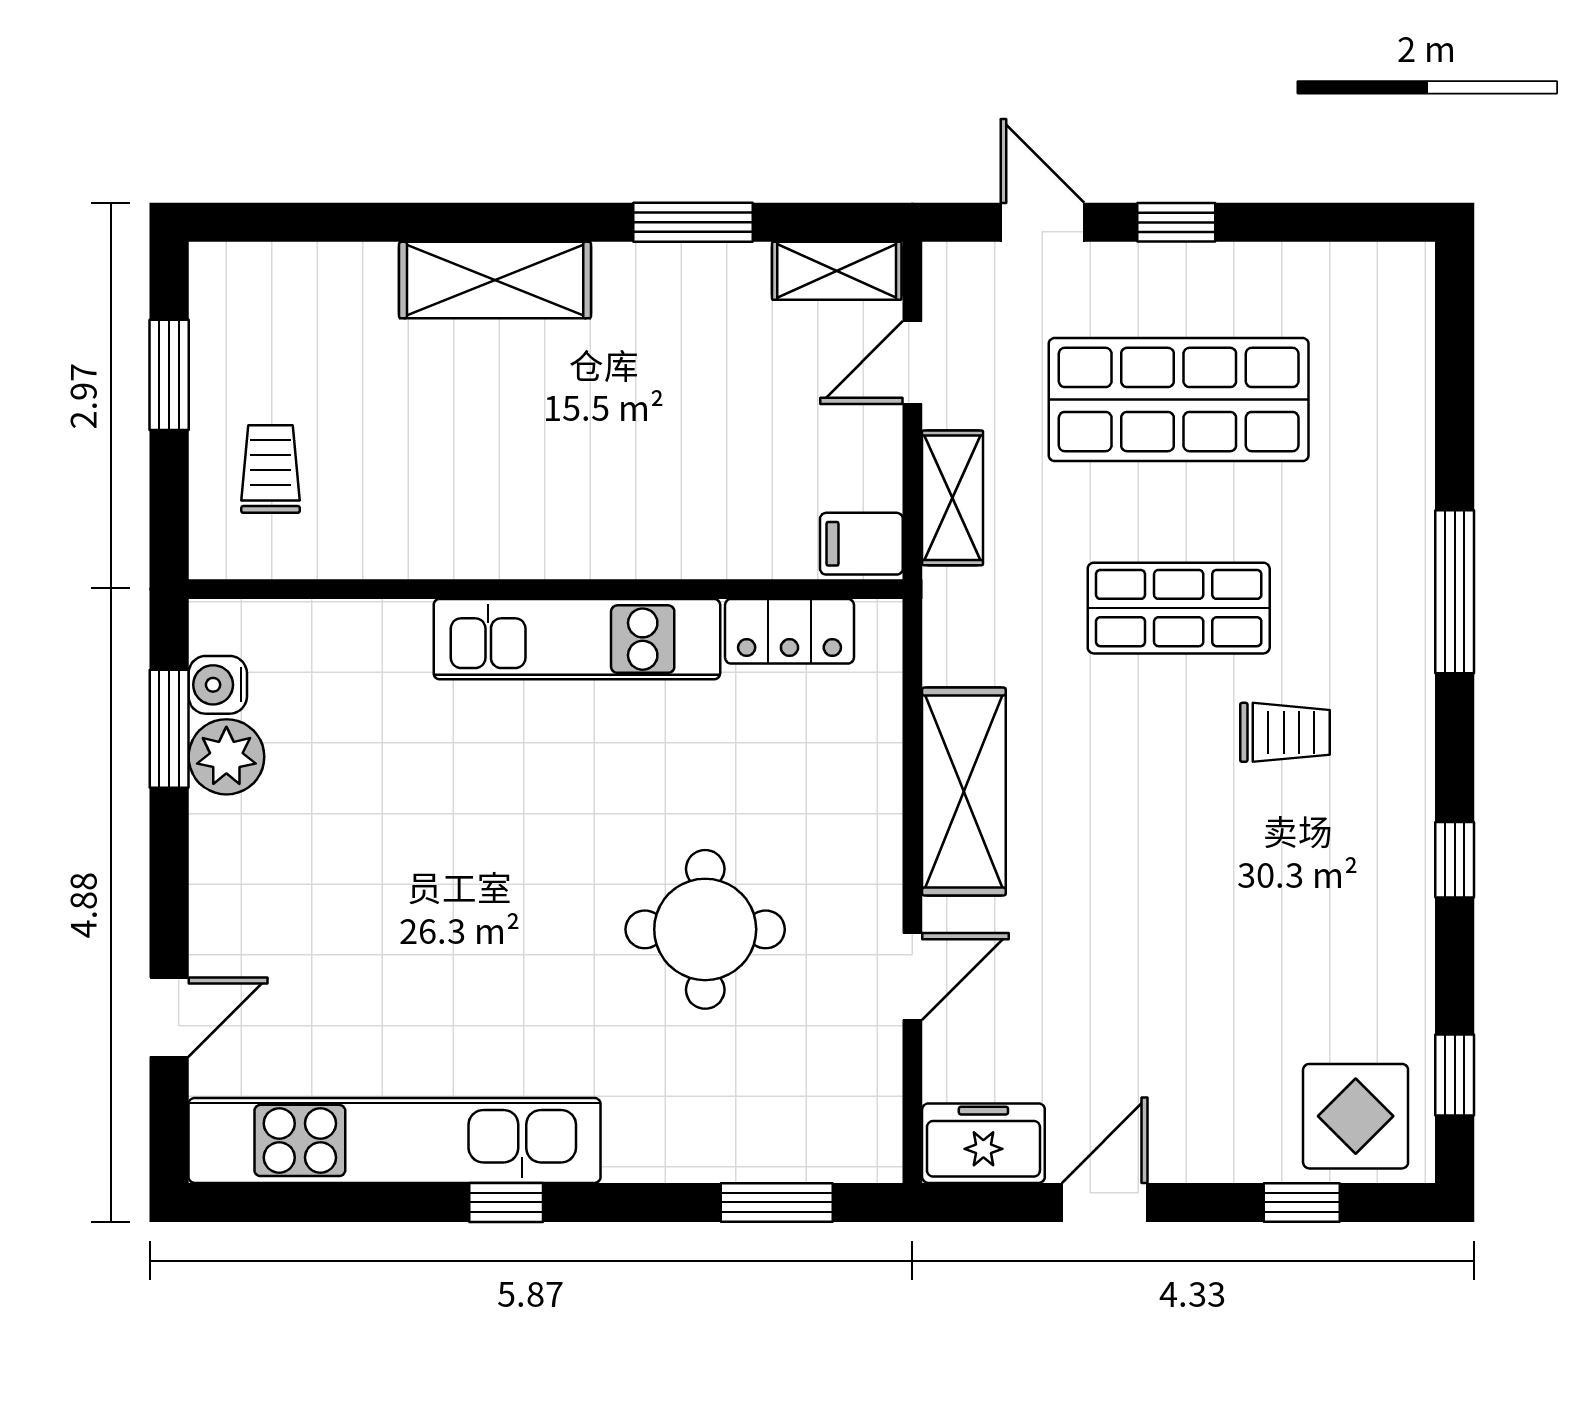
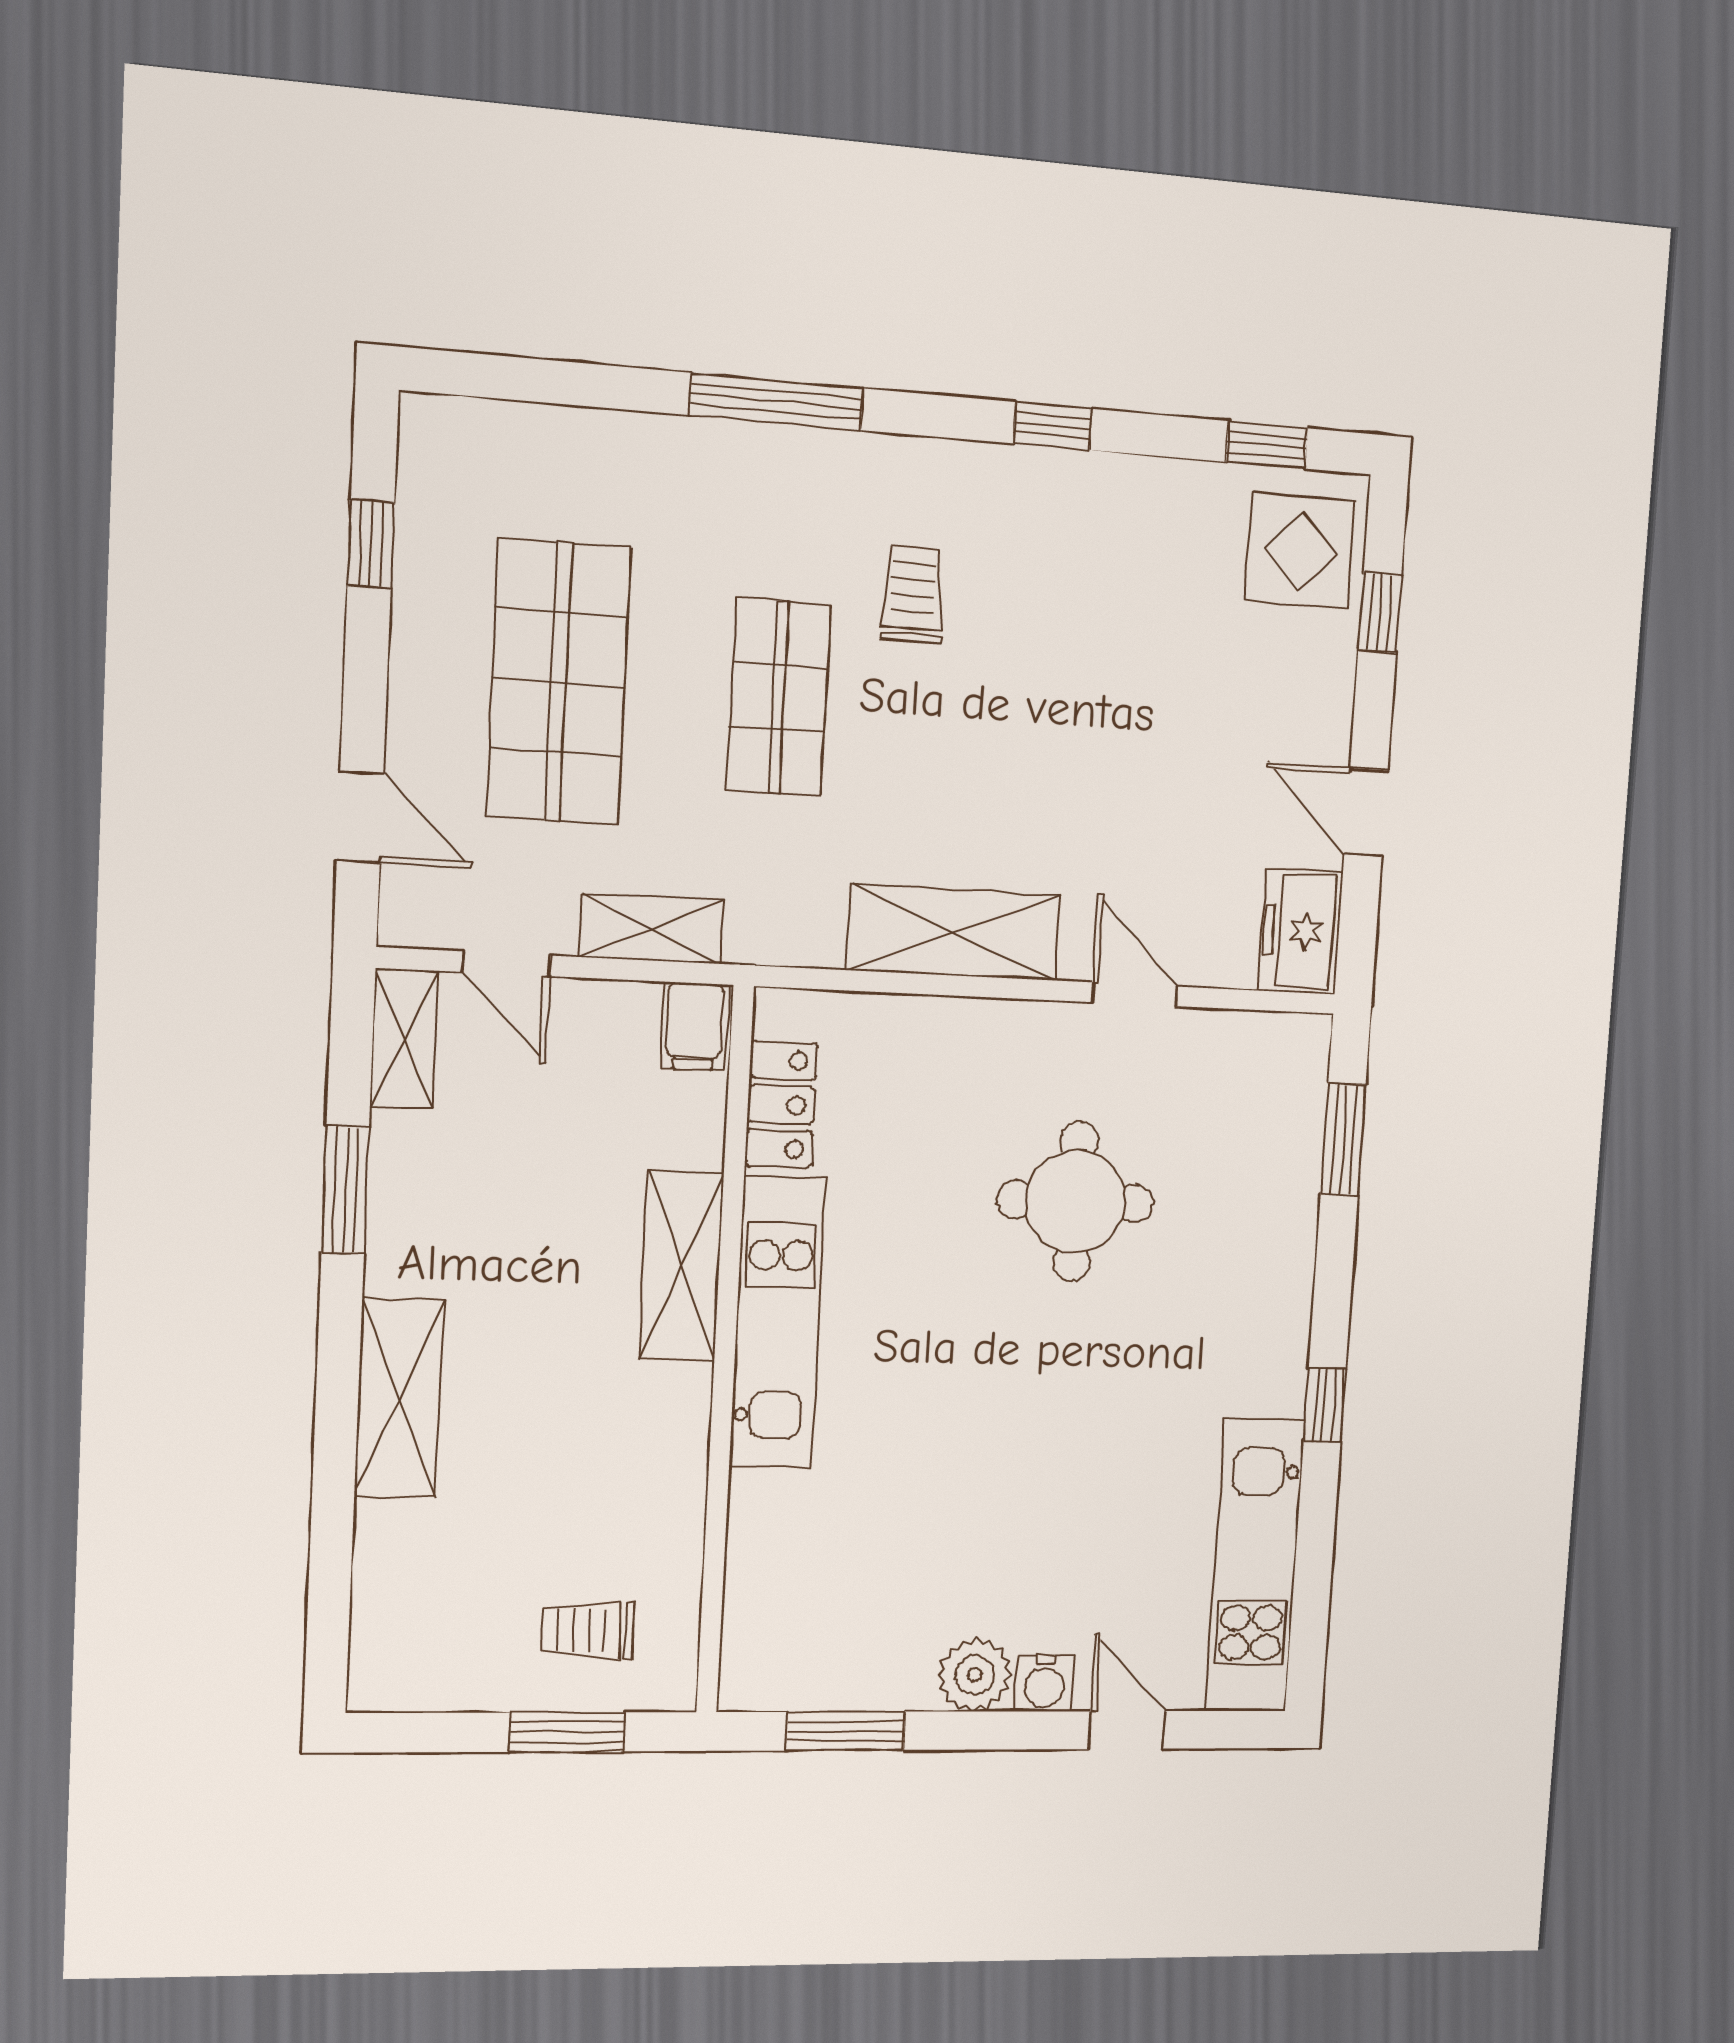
door: (1042, 222) -> (360, 817), swing flipped
window: (1176, 222) -> (371, 544), moved
window: (169, 375) -> (567, 1732), moved
shelving: (629, 543) -> (681, 1266), added
water cooler: (218, 685) -> (1044, 1683), moved
plant: (226, 757) -> (975, 1675), moved
kitchen unit: (395, 1140) -> (1255, 1566), width x0.73

